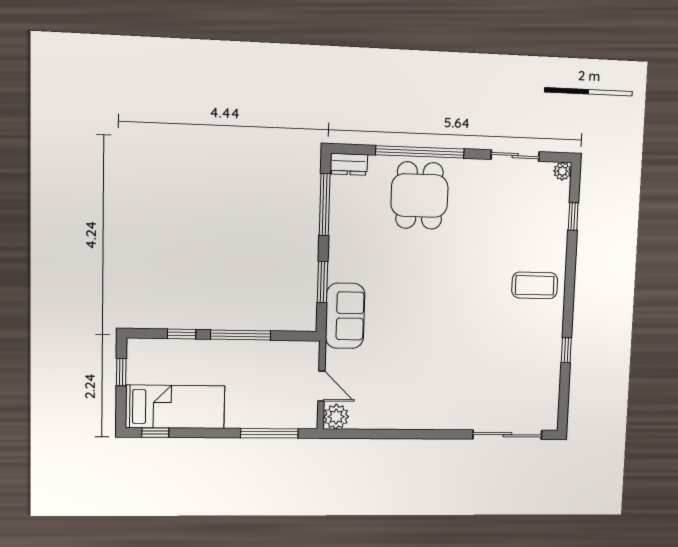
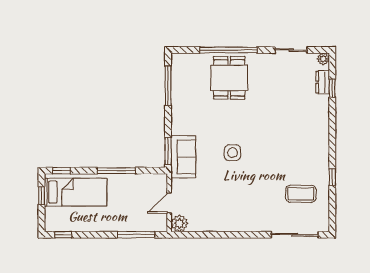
dresser: (349, 164) -> (323, 82), moved, turned 90
window: (323, 282) -> (168, 151), moved
coffee table: (535, 285) -> (301, 194), moved
side table: (420, 311) -> (232, 153), added
window: (182, 334) -> (62, 171), moved
door: (321, 386) -> (169, 203), swing flipped
bed: (175, 407) -> (76, 192), moved

